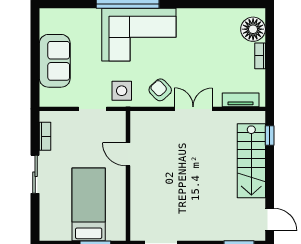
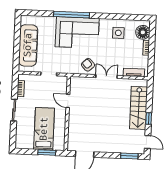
sofa: (55, 61) -> (28, 45), width x1.36
side table: (122, 91) -> (118, 33), moved
window: (270, 135) -> (149, 119), moved

